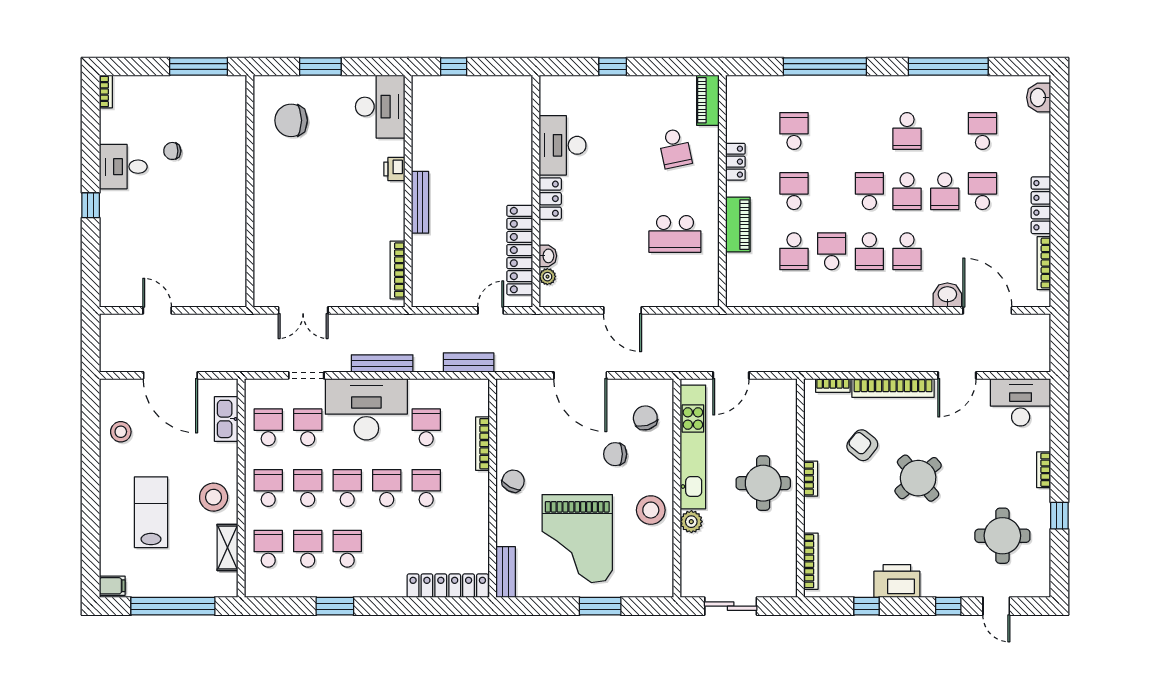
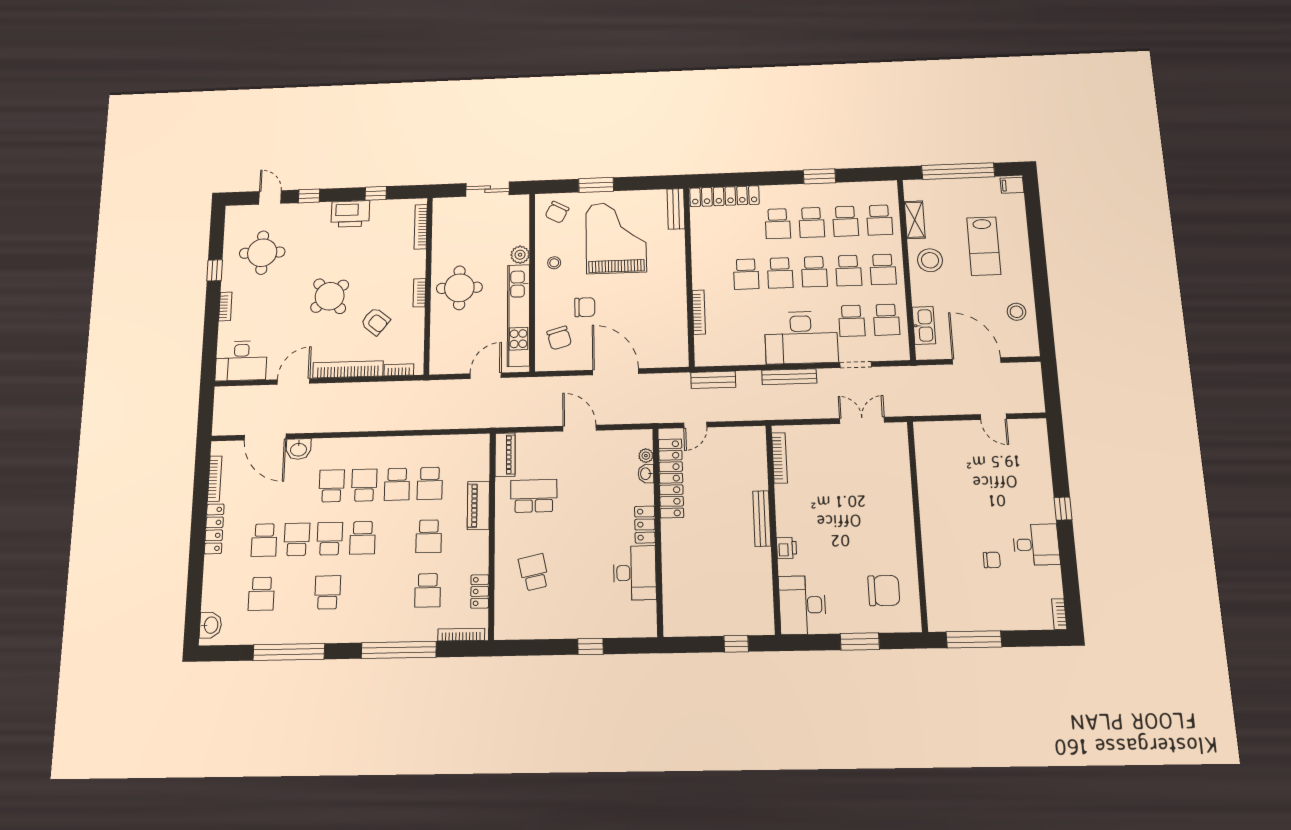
bookcase: (756, 82) -> (461, 635), added
piano: (708, 100) -> (505, 455), moved
locker: (735, 162) -> (480, 591), moved
school desk: (794, 251) -> (430, 483), turned 180
school desk: (426, 427) -> (778, 224), moved
chair: (513, 481) -> (557, 212), moved
stool: (651, 510) -> (554, 263), width x0.53, depth x0.53

